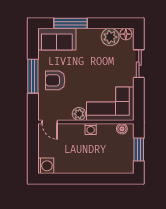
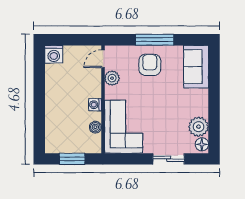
window: (71, 23) -> (214, 82), removed
plant: (79, 114) -> (112, 78), moved
boiler: (122, 129) -> (95, 127), moved

